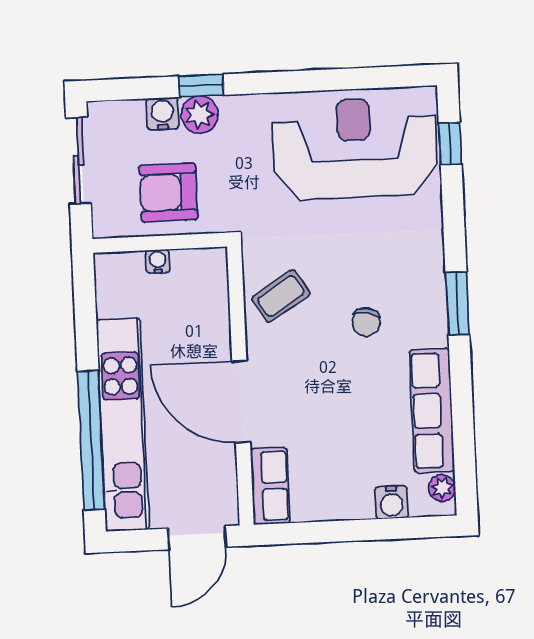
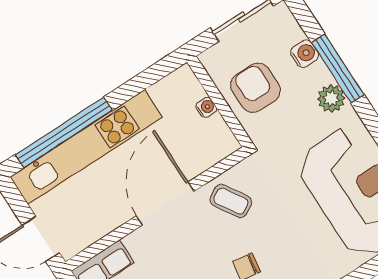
window: (201, 86) -> (338, 68), width x2.17
plant: (200, 115) -> (331, 98), moved
door: (241, 402) -> (165, 204), moved

